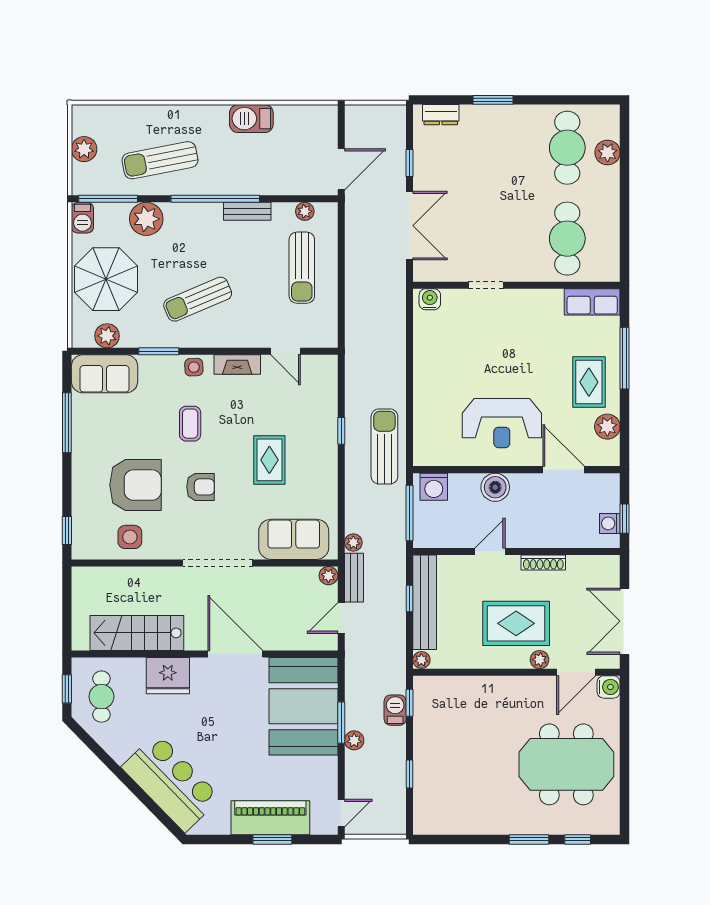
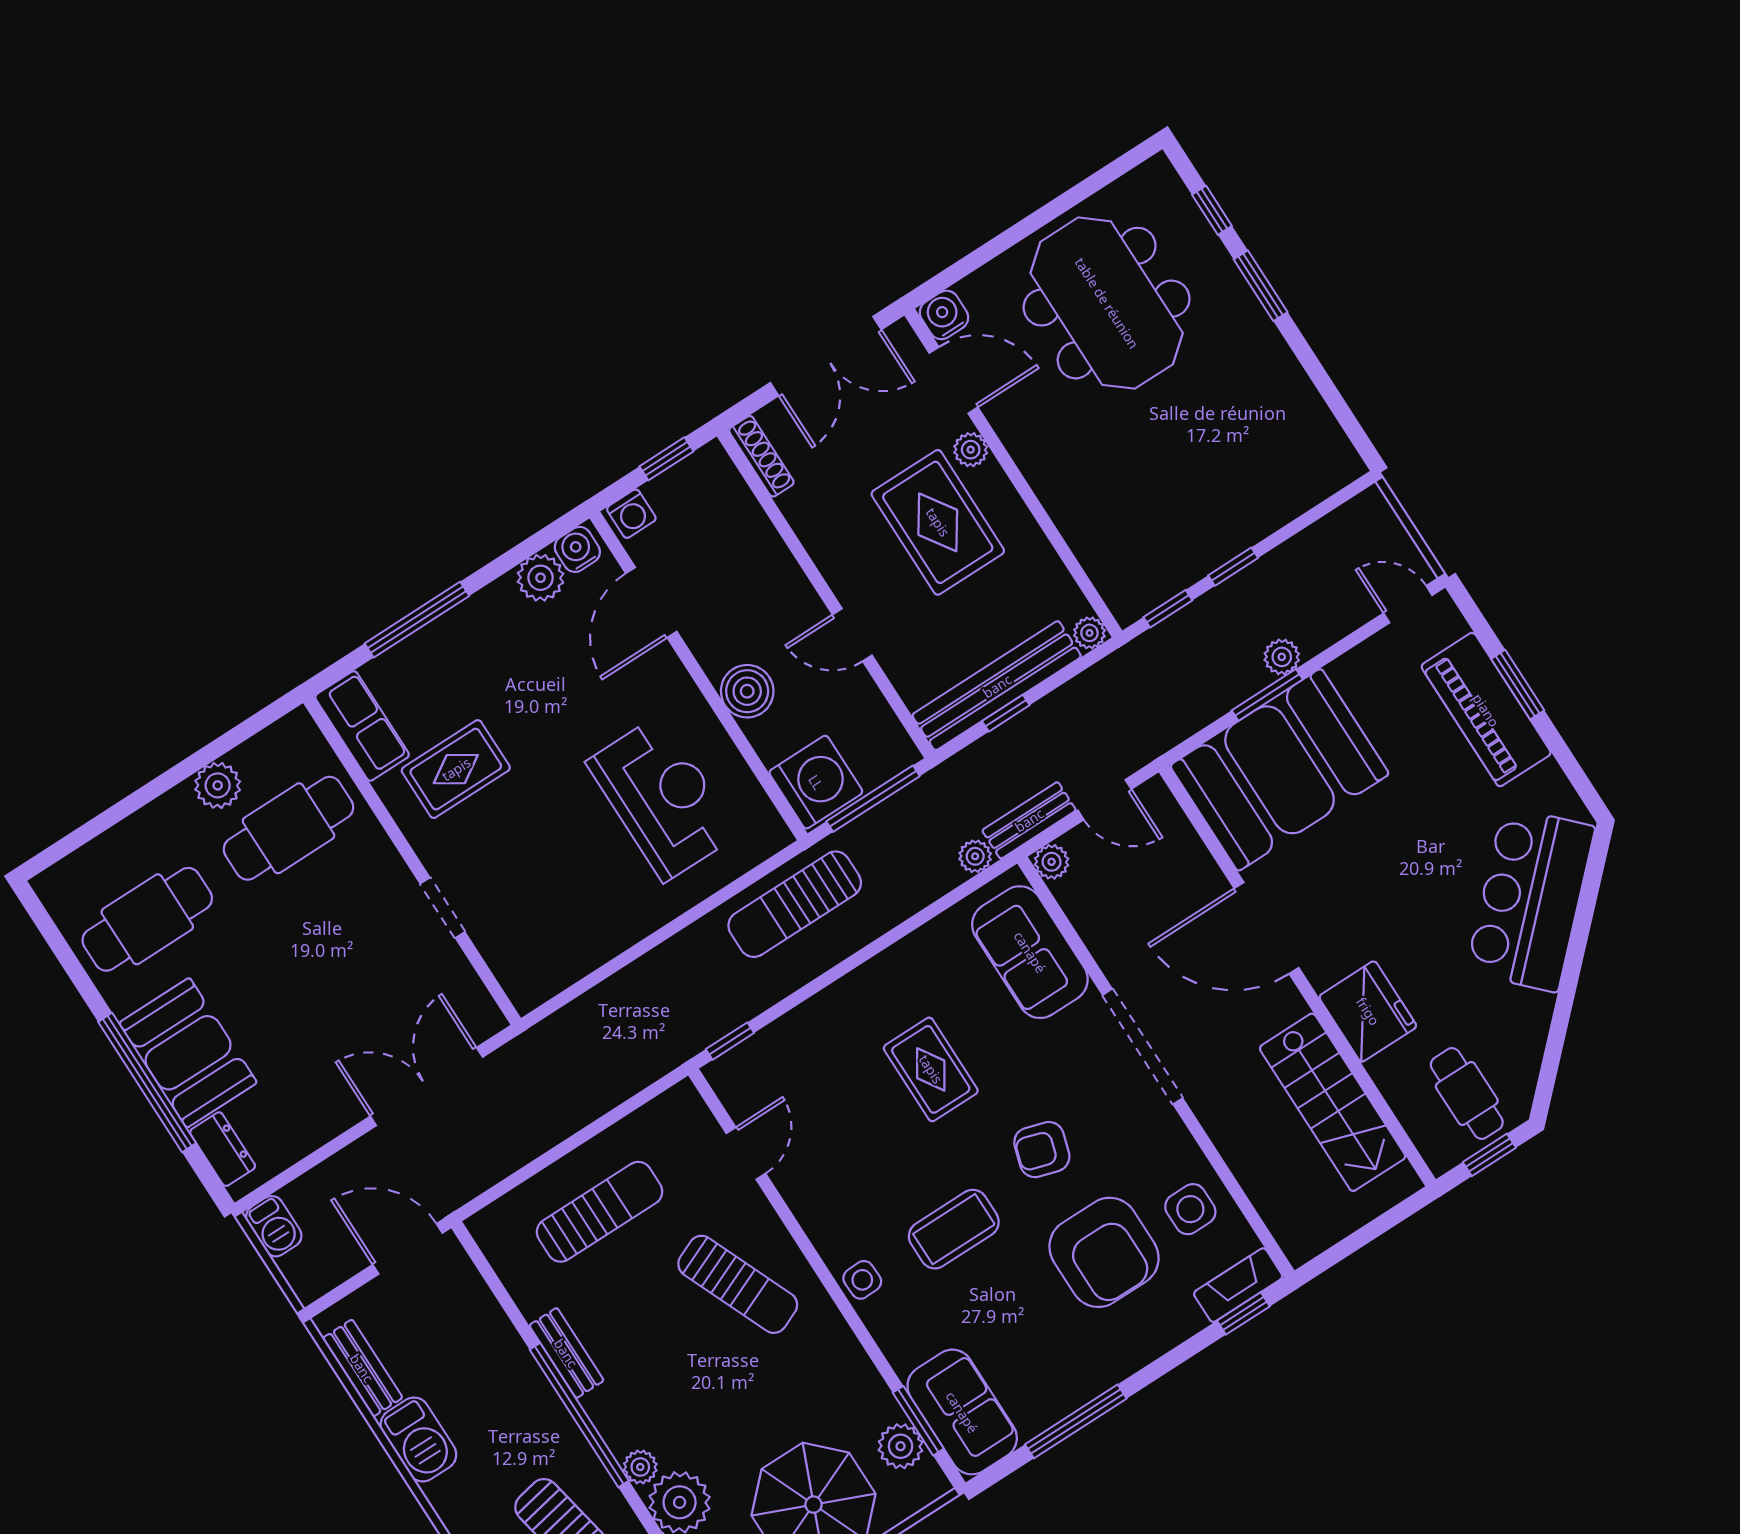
window: (493, 100) -> (147, 1082), width x2.11
bench: (300, 114) -> (362, 1368), added
booth: (495, 127) -> (188, 1053), added
plant: (608, 153) -> (218, 785), moved
window: (409, 163) -> (329, 1149), removed
plant: (305, 211) -> (640, 1467), moved
sun lounger: (198, 299) -> (738, 1284), moved
water cooler: (430, 299) -> (577, 549), moved, turned 90
window: (159, 351) -> (918, 1421), moved
fireplace: (237, 365) -> (1238, 1285), moved, turned -90
rug: (589, 382) -> (456, 769), moved
reception desk: (502, 423) -> (662, 798), moved
coffee table: (190, 424) -> (954, 1229), width x1.36, depth x1.30
window: (341, 431) -> (730, 1041), moved
rug: (269, 460) -> (931, 1069), turned 90
armchair: (136, 485) -> (1104, 1252), turned 180
armchair: (200, 487) -> (1042, 1150), turned -73
washing machine: (434, 487) -> (816, 782), width x1.37, depth x1.37
washing machine: (610, 523) -> (631, 514), moved
shoe rack: (543, 563) -> (761, 456), moved
door: (235, 654) -> (1266, 928), hinge flipped
cafe table: (101, 697) -> (1467, 1093), turned 90
barbecue: (395, 710) -> (274, 1226), moved, turned -90
window: (409, 774) -> (1233, 567), moved

